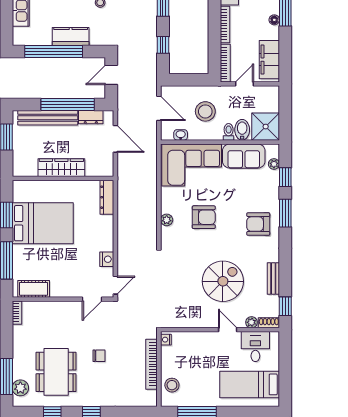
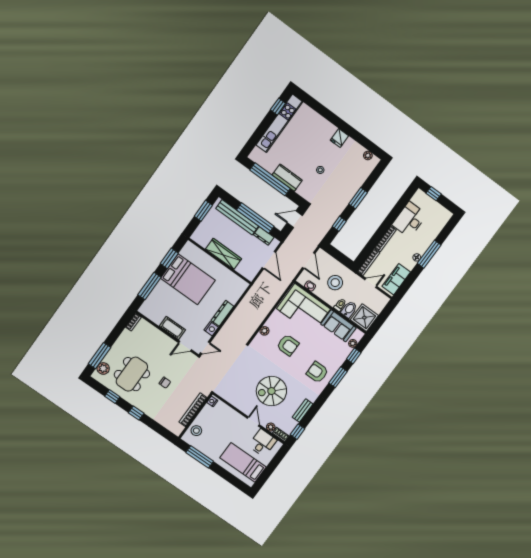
dresser: (107, 197) -> (222, 313), moved
spiral stairs: (223, 281) -> (271, 391), turned 180
cot: (34, 289) -> (172, 328), moved

